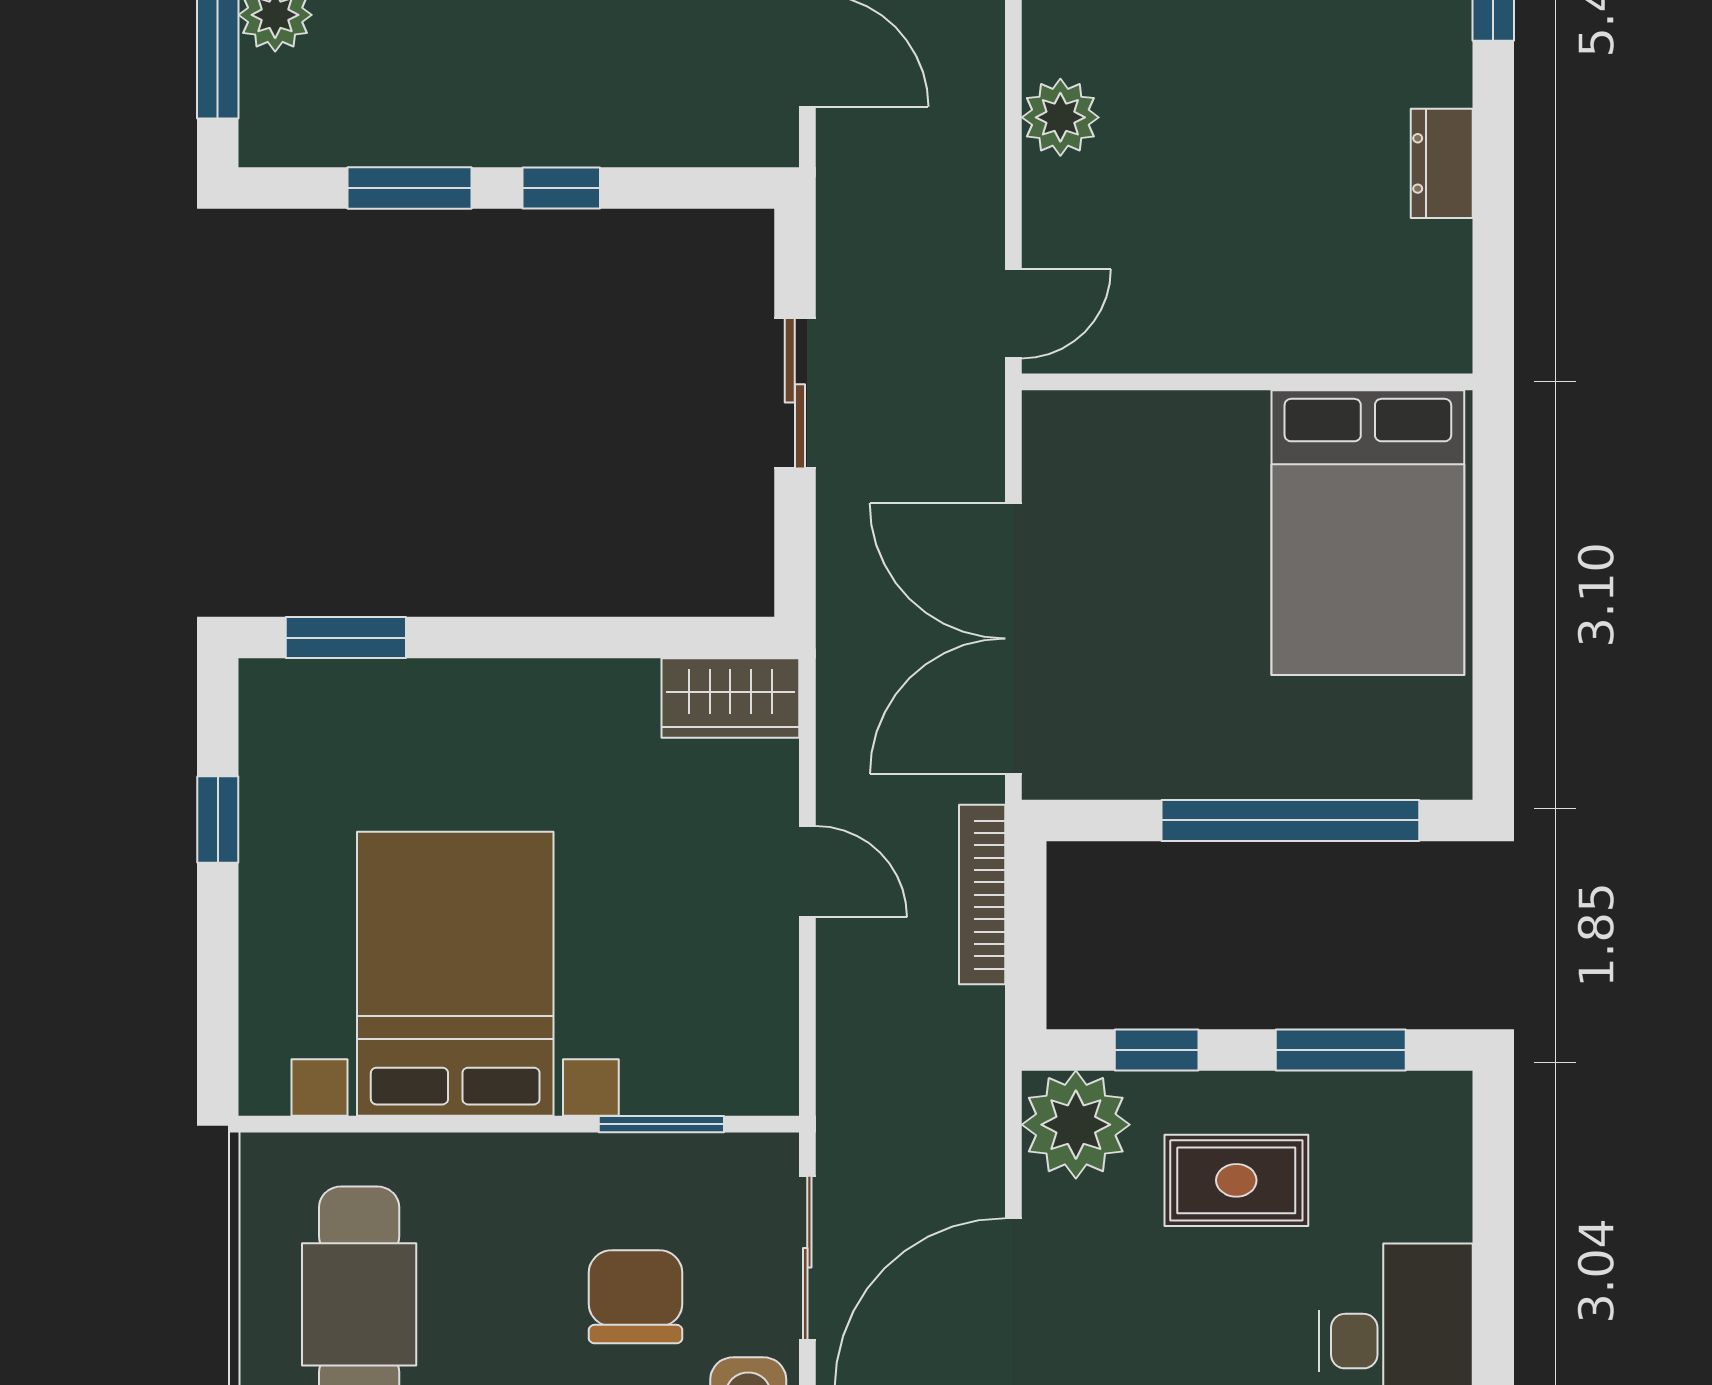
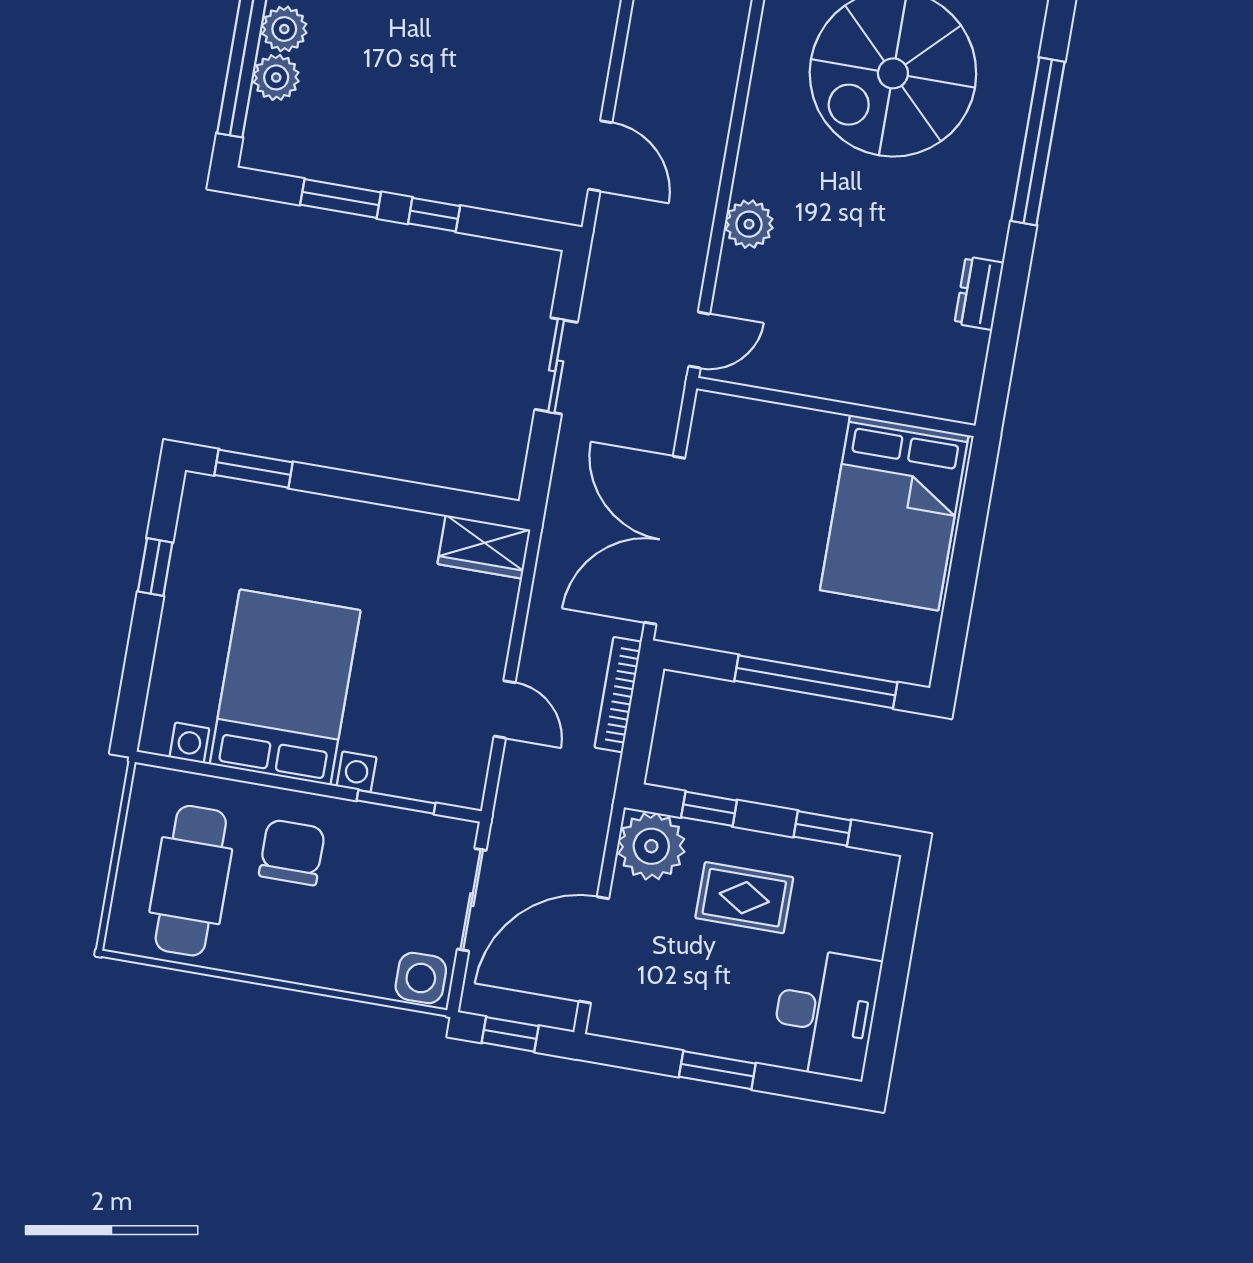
door: (807, 871) -> (505, 709), moved
window: (1341, 1050) -> (822, 828), width x0.67
chair: (636, 1297) -> (292, 852), moved

